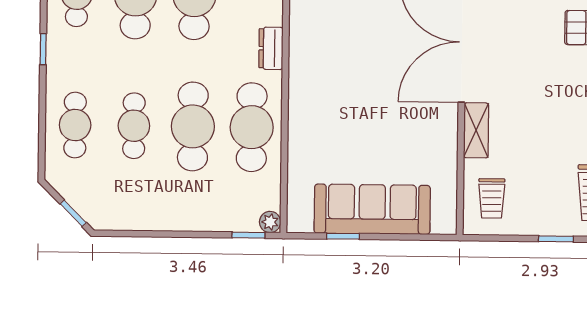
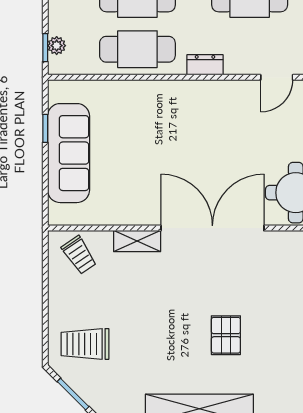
trolley: (492, 198) -> (79, 255), turned -124
plant: (270, 222) -> (57, 46), moved
window: (556, 239) -> (45, 310), removed

